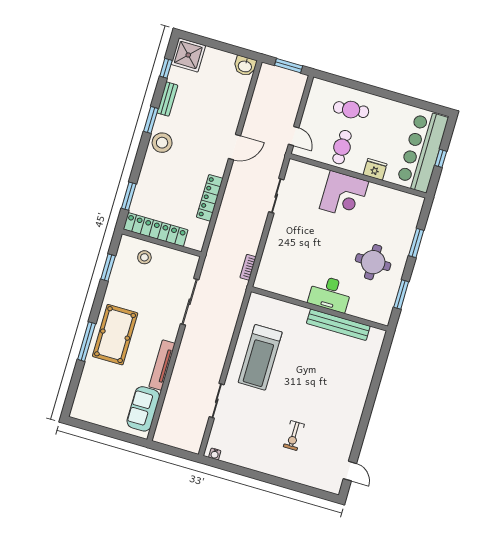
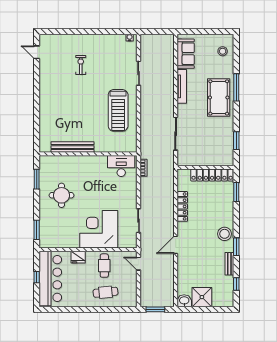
shower: (188, 55) -> (202, 297), moved
corner desk: (344, 195) -> (99, 229), width x1.36, depth x1.36
window: (416, 243) -> (37, 230), moved
stool: (144, 257) -> (223, 51), moved
desk: (330, 294) -> (121, 166), moved
treadmill: (260, 357) -> (118, 110), turned 180

